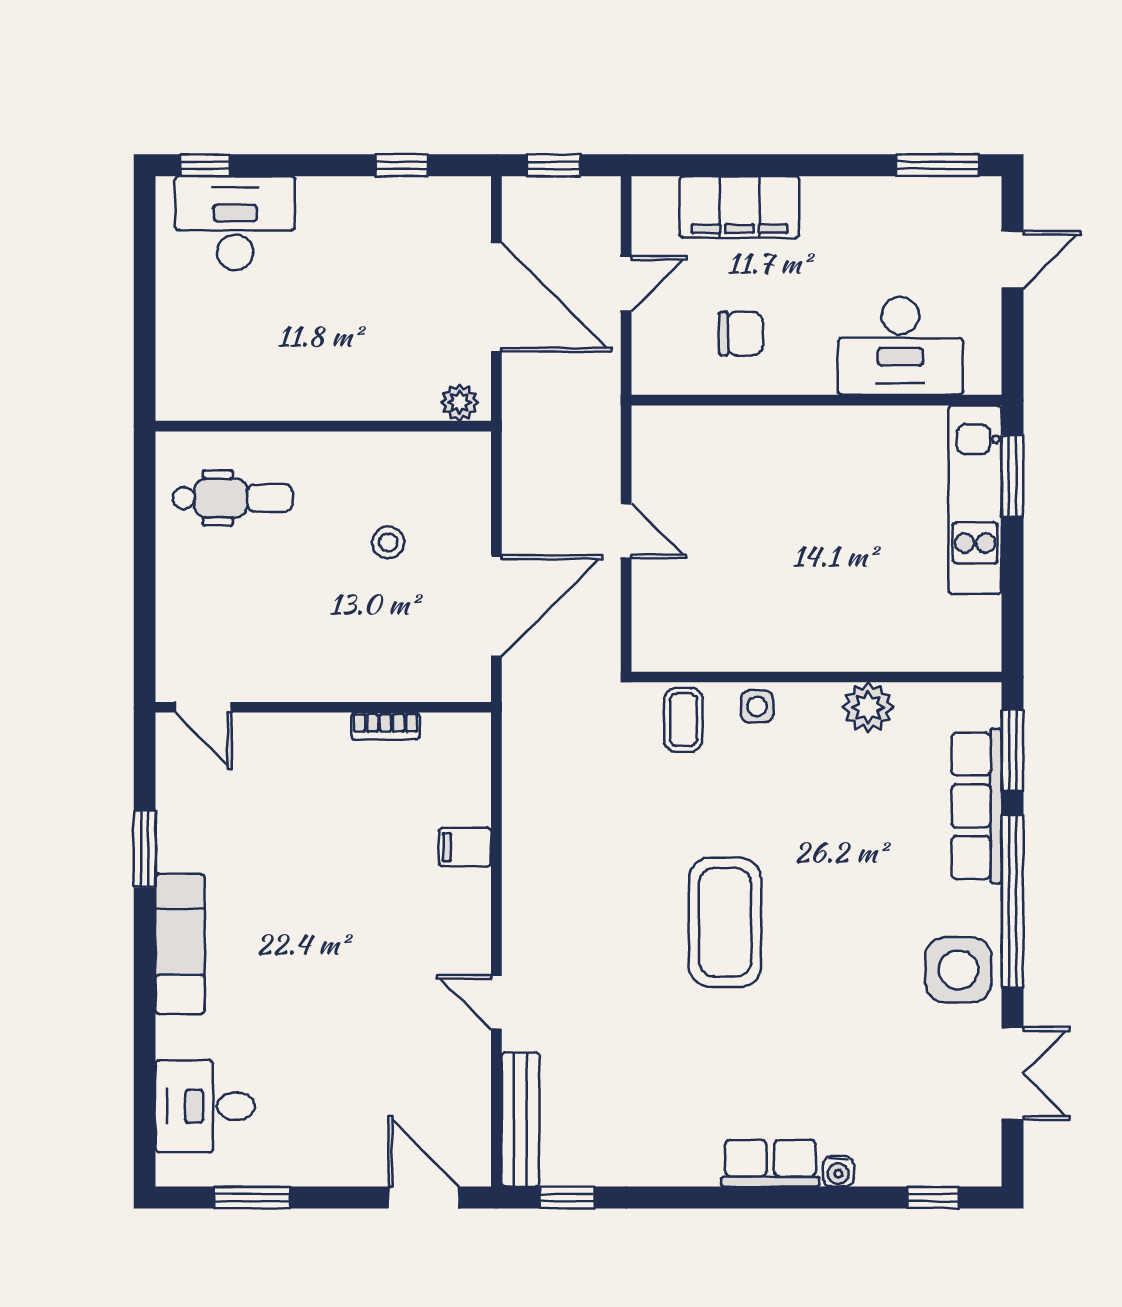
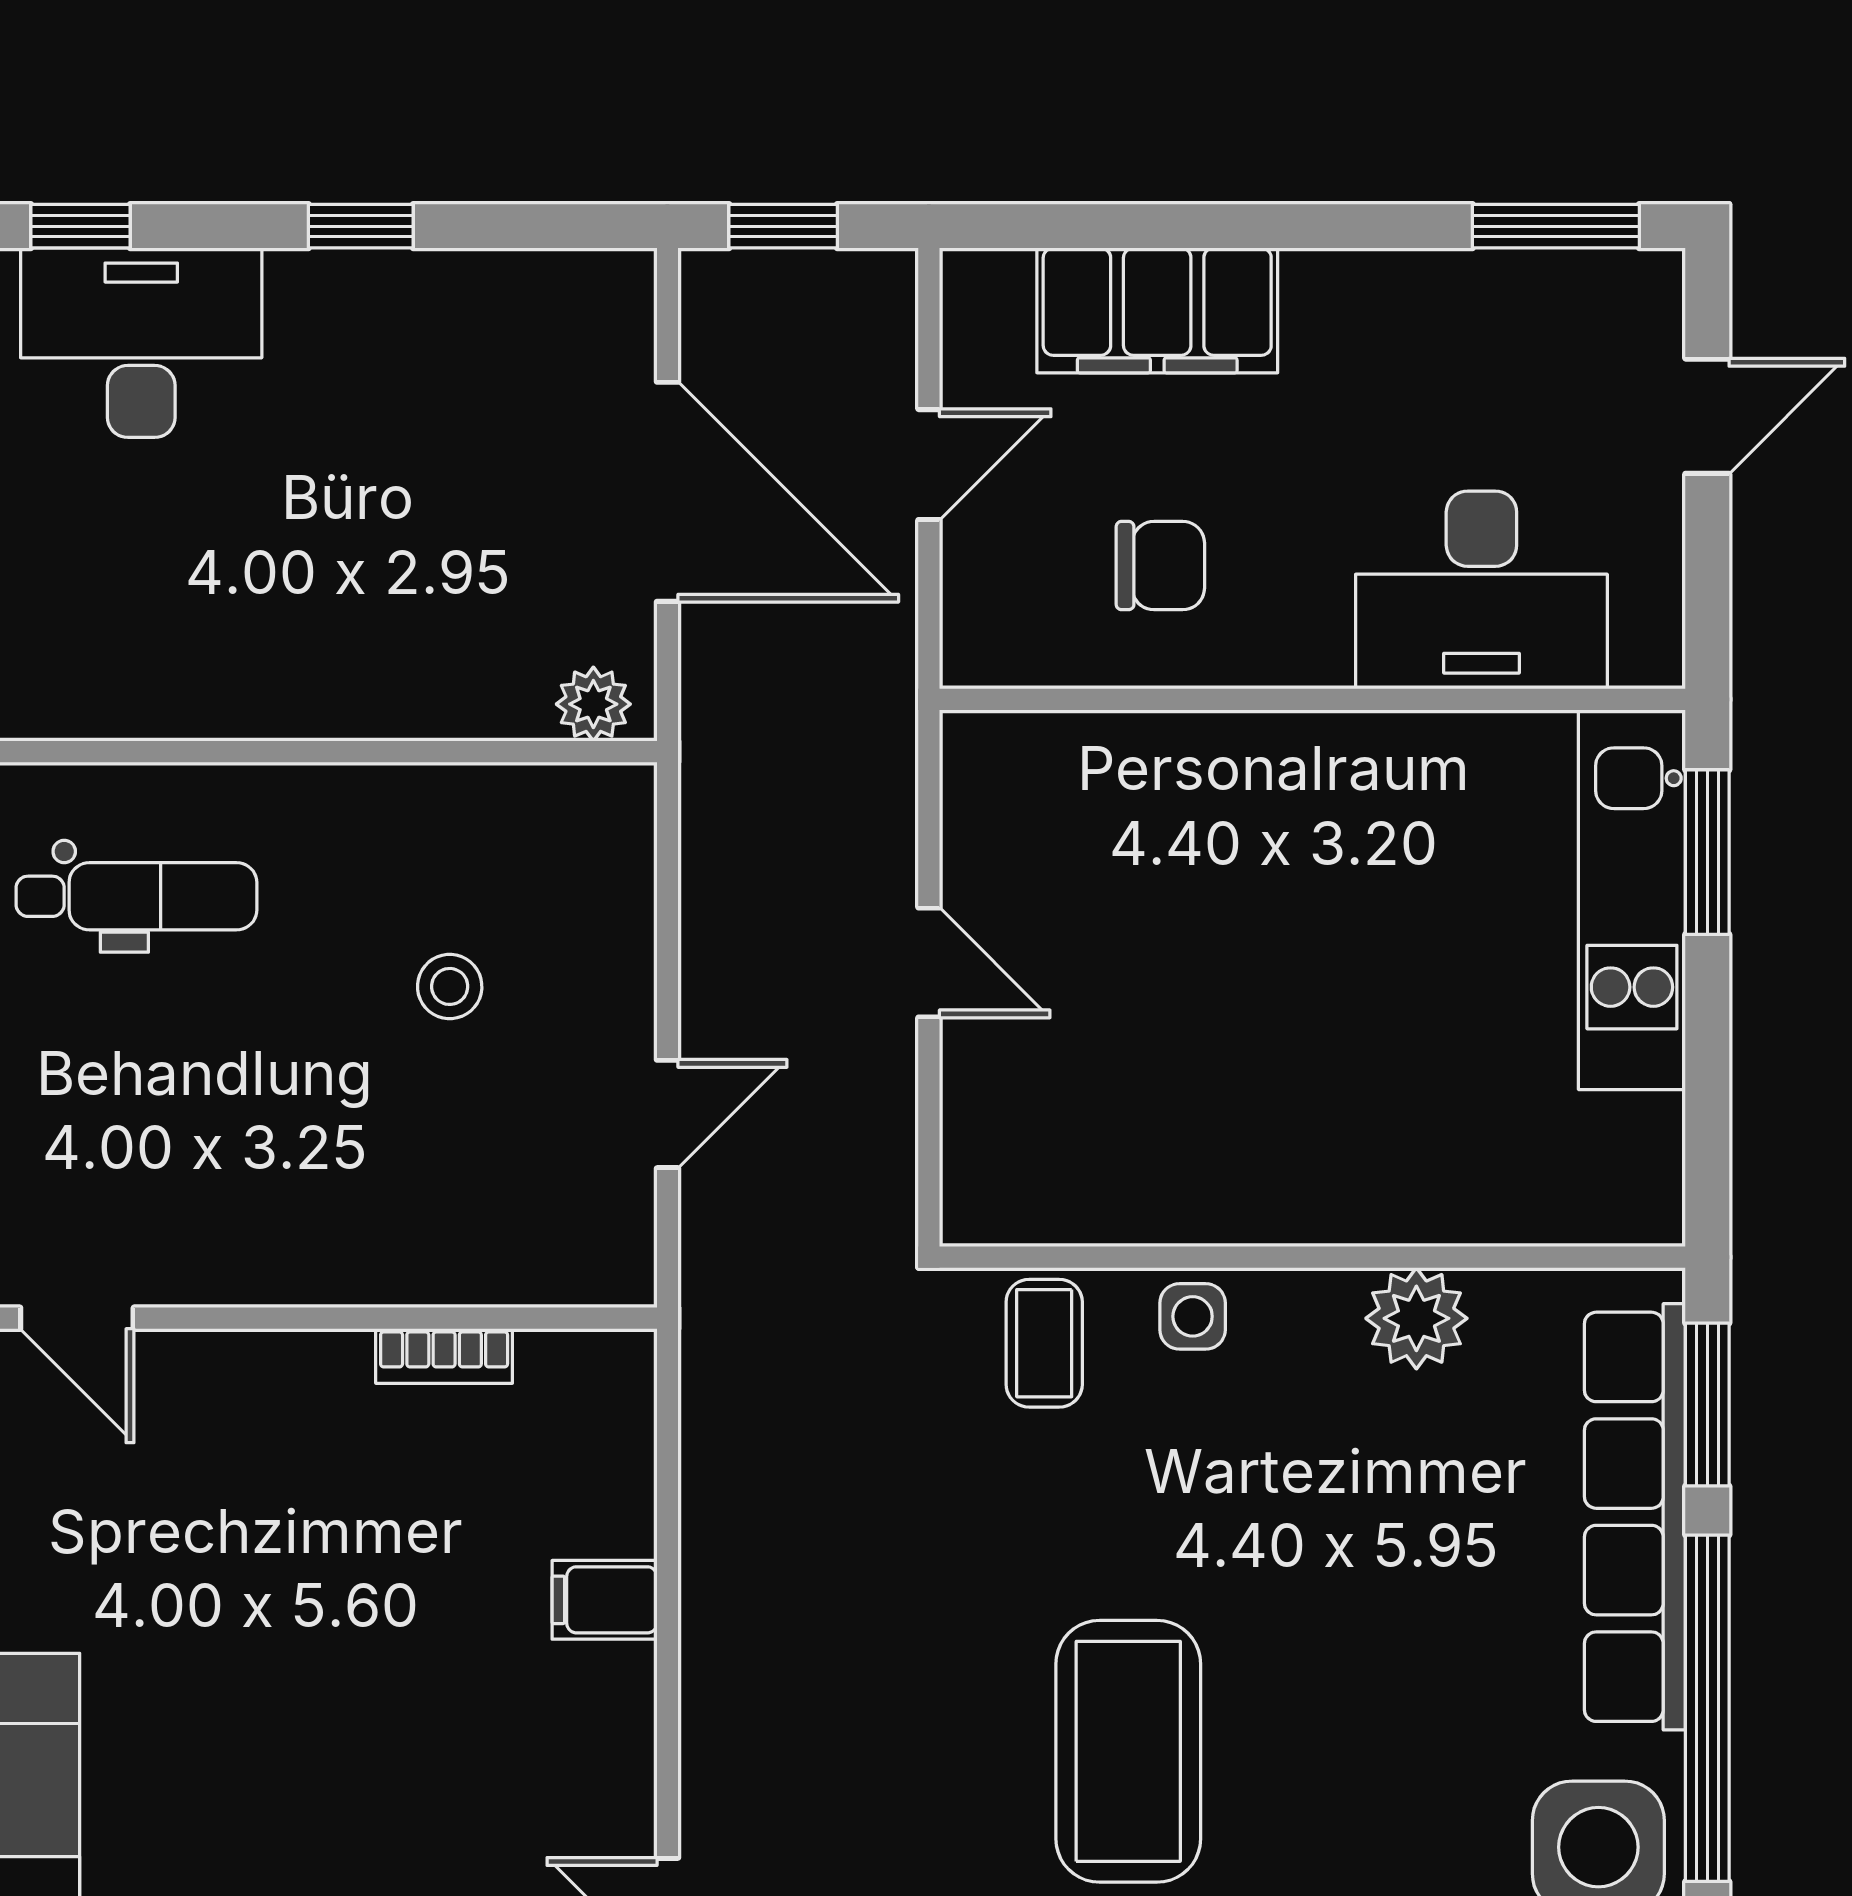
window: (402, 165) -> (361, 226), moved
door: (496, 606) -> (667, 1114), width x0.53
row of seats: (977, 806) -> (1635, 1517), width x1.36

